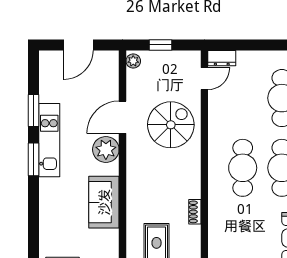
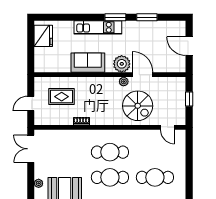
dresser: (222, 58) -> (181, 139), removed
plant: (133, 61) -> (124, 82), moved
kitchen unit: (49, 140) -> (98, 27), moved

